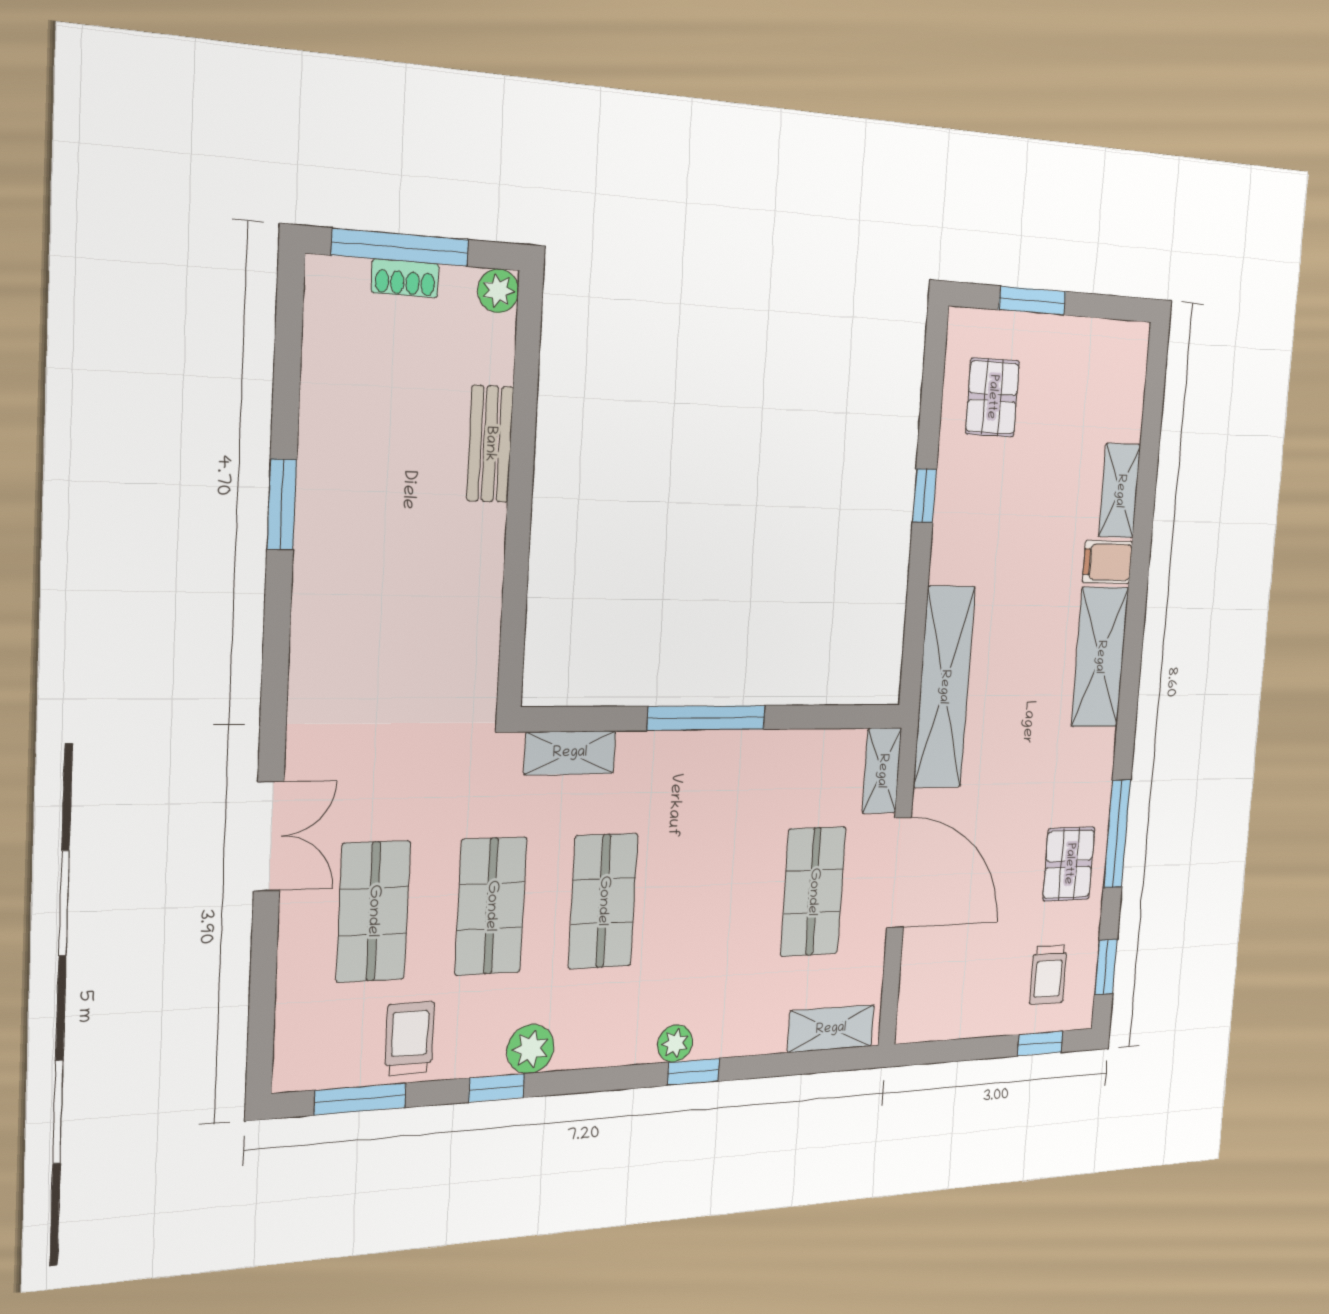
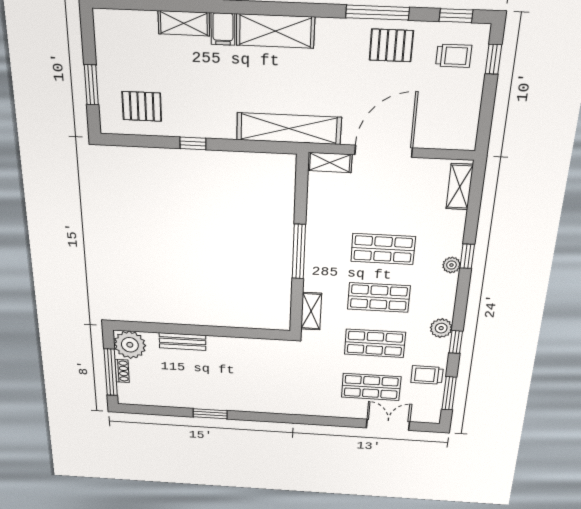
plant: (498, 291) -> (130, 345), width x1.87, depth x1.87
double door: (269, 836) -> (388, 425), moved
shop shelf: (813, 892) -> (383, 249), moved

